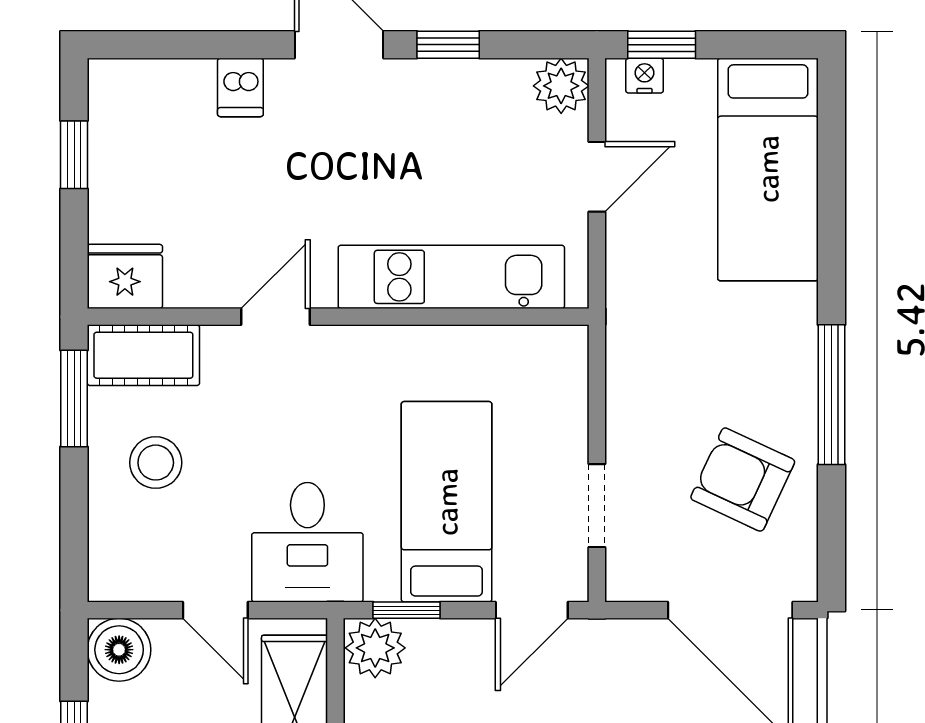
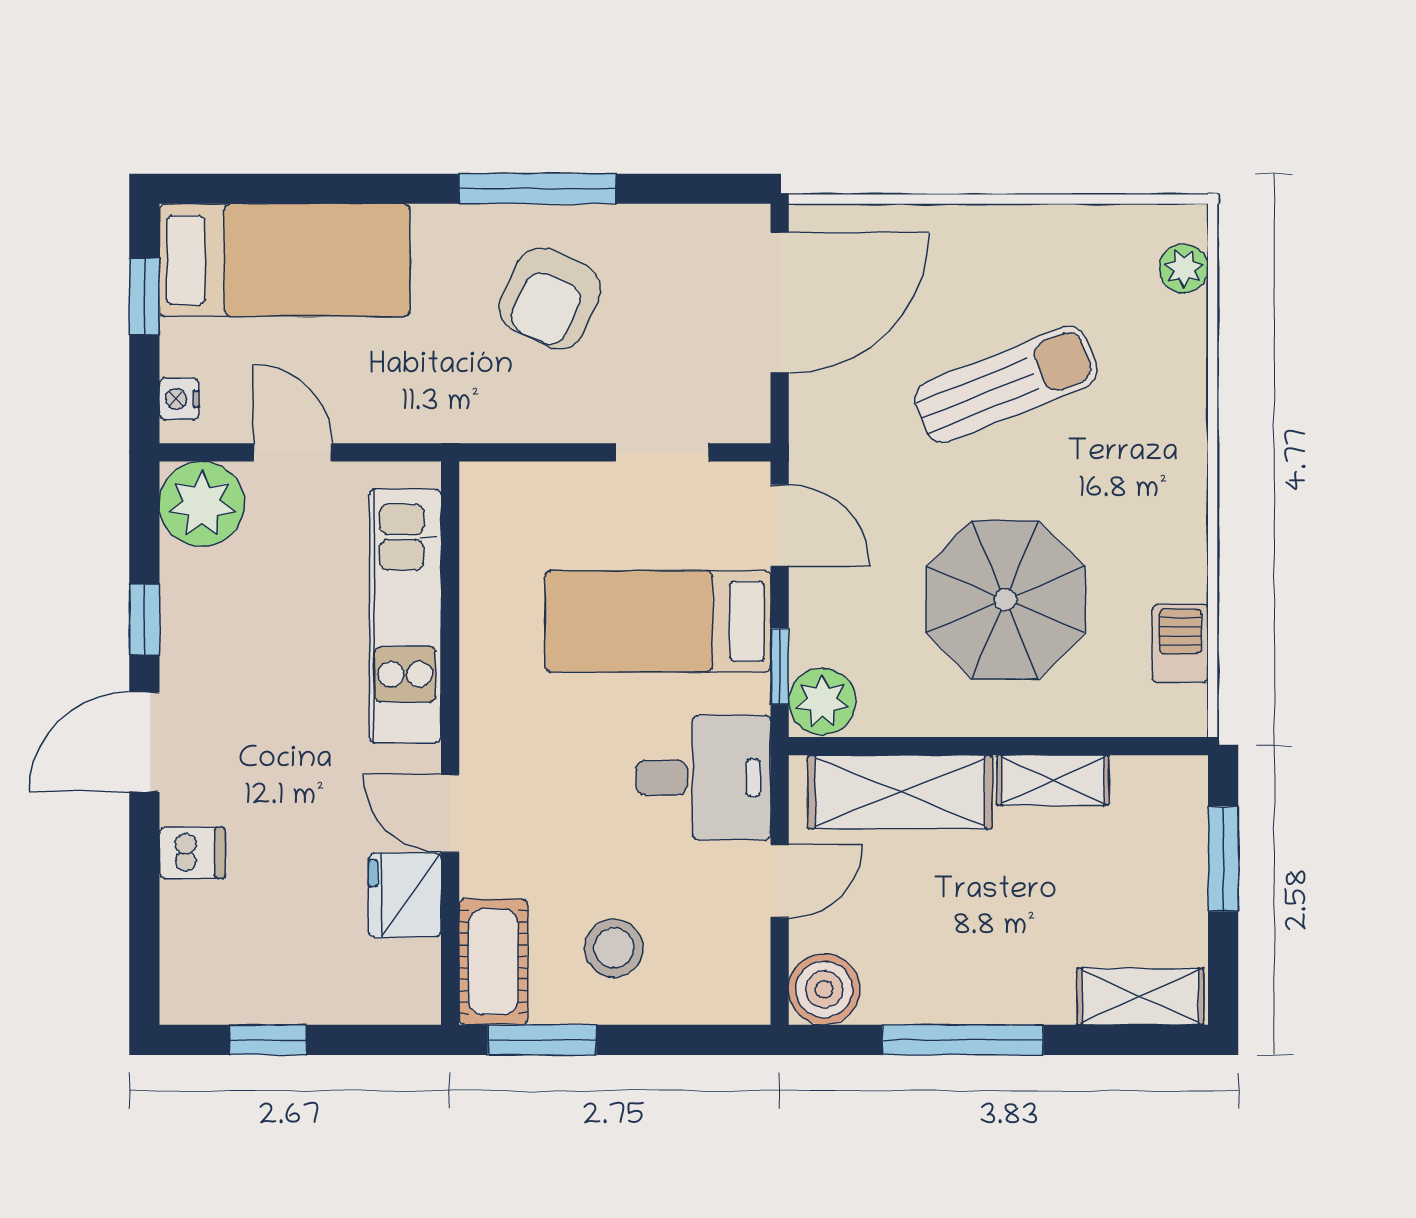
window: (662, 45) -> (144, 296), moved
plant: (561, 86) -> (202, 504), width x1.36, depth x1.36
fridge: (125, 276) -> (405, 895), moved
armchair: (743, 480) -> (550, 299), moved

